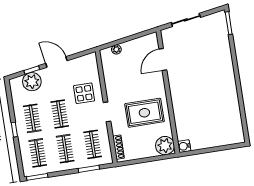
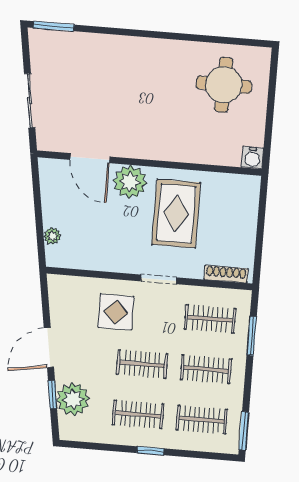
round table: (219, 122) -> (224, 85), added
plant: (165, 146) -> (130, 182), moved

